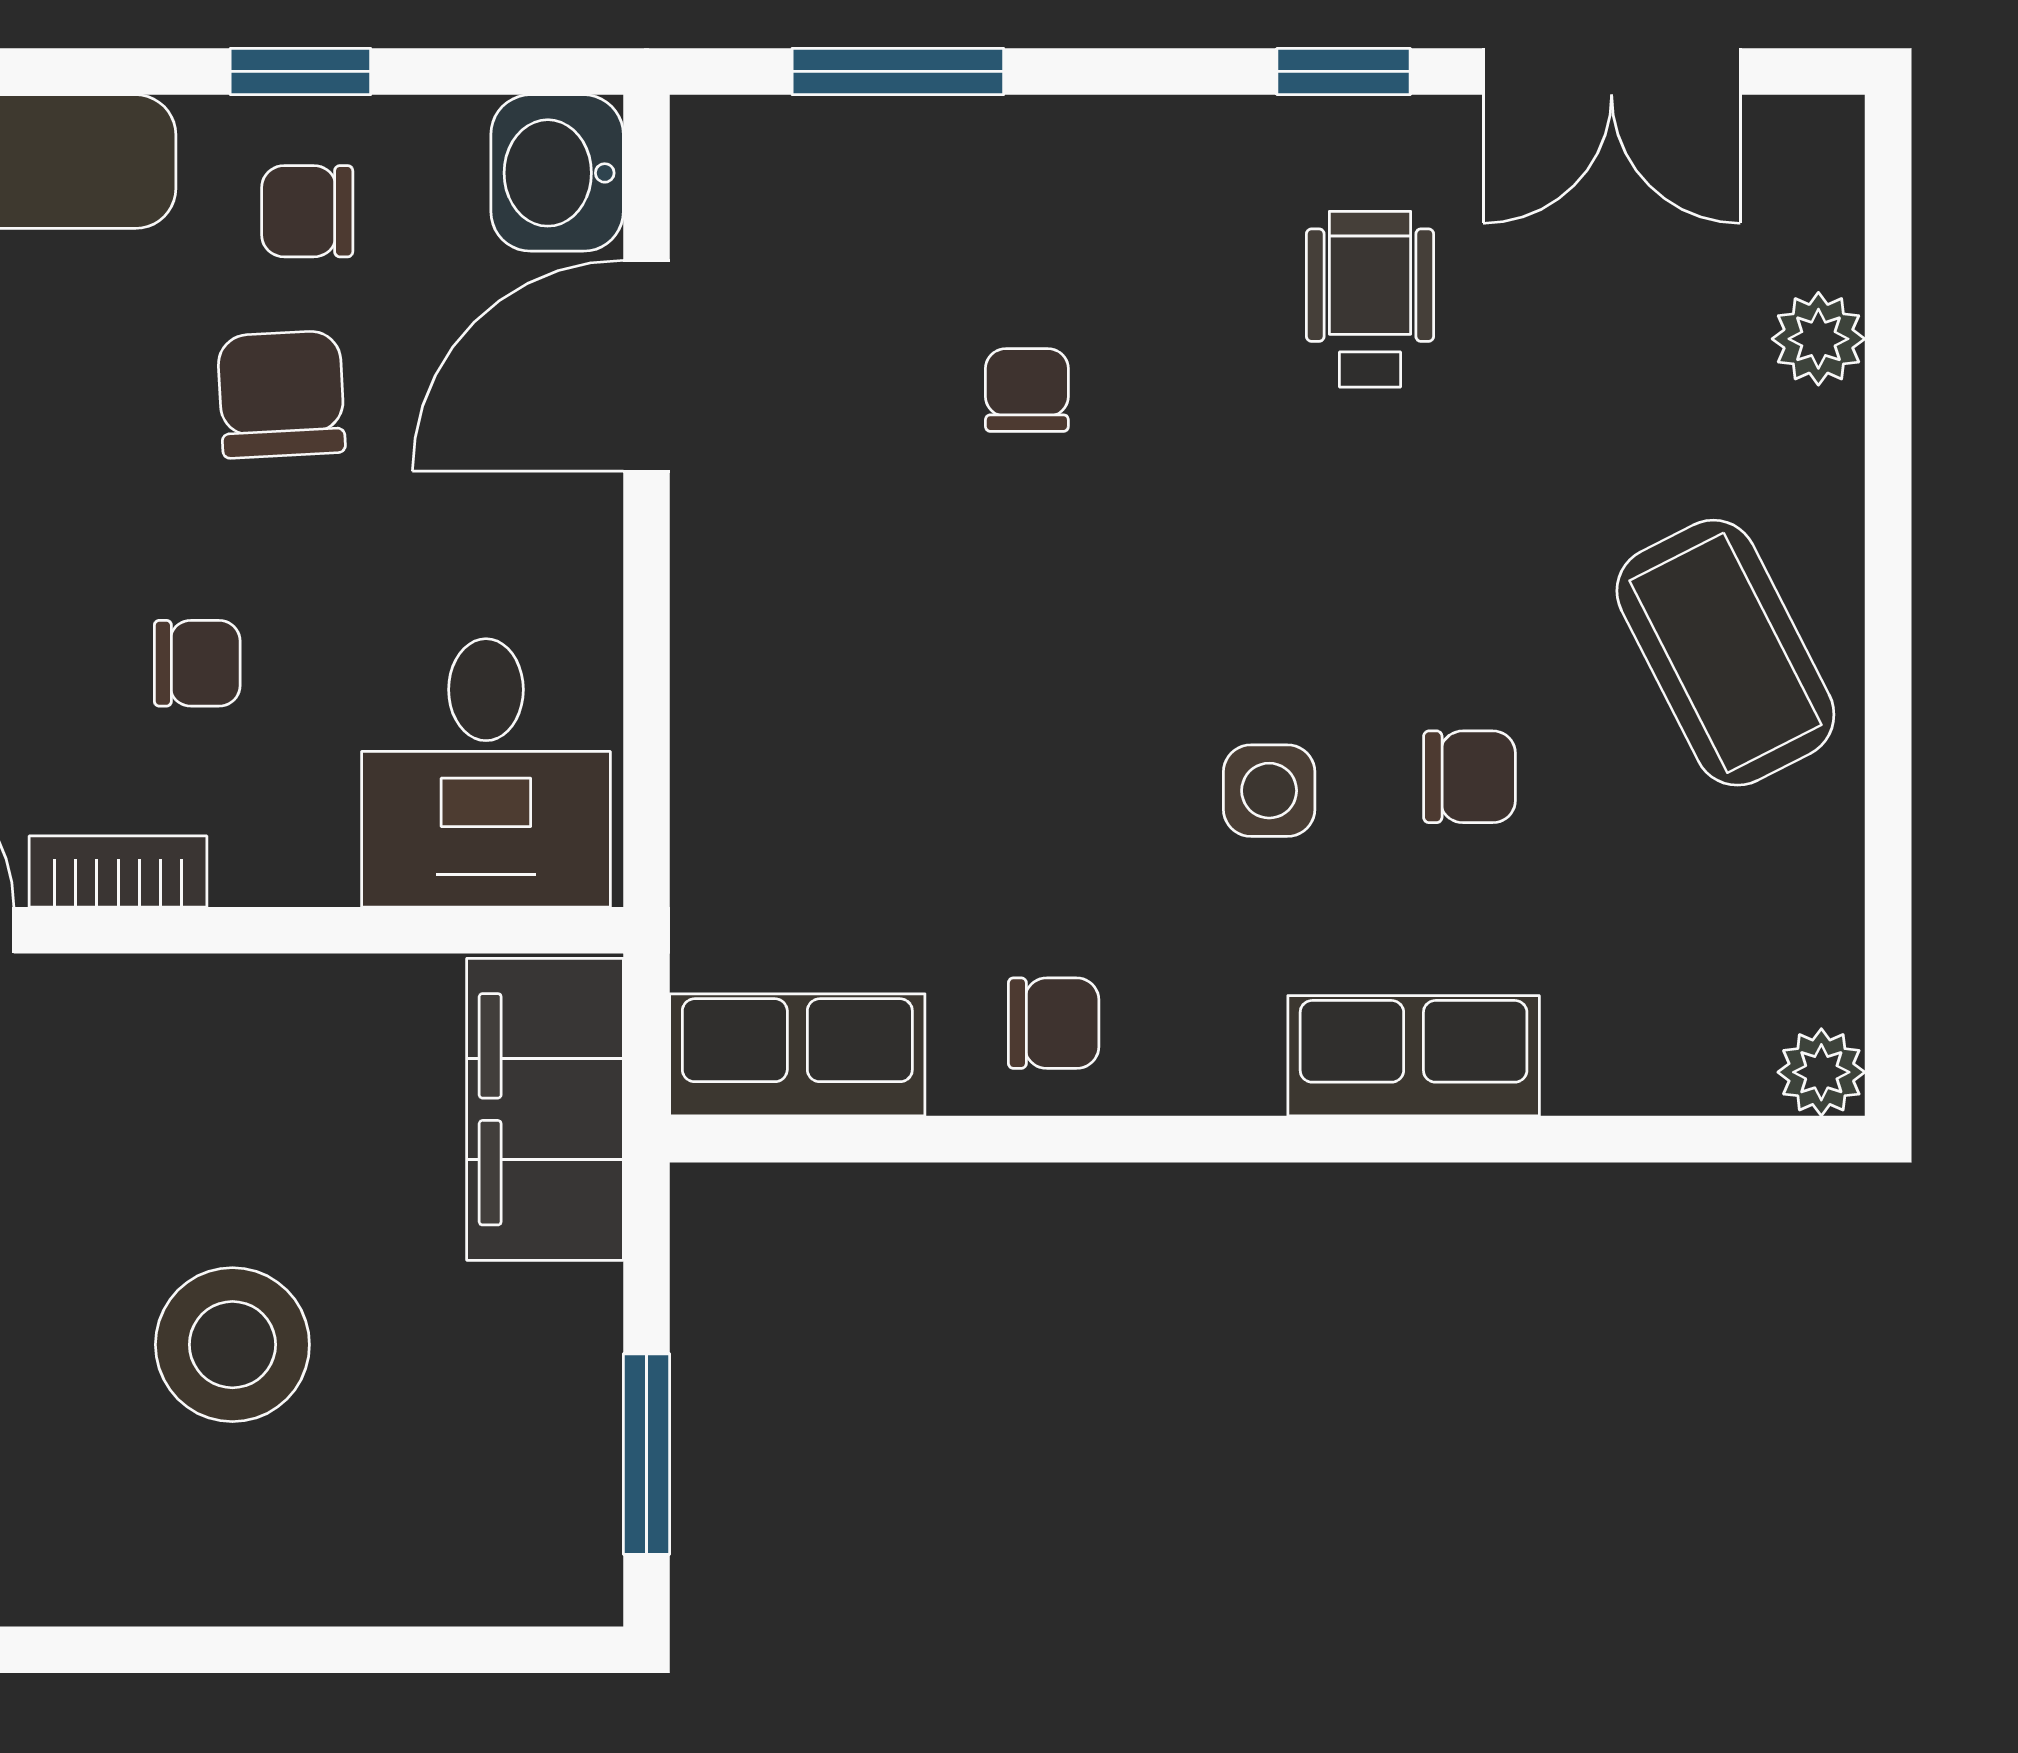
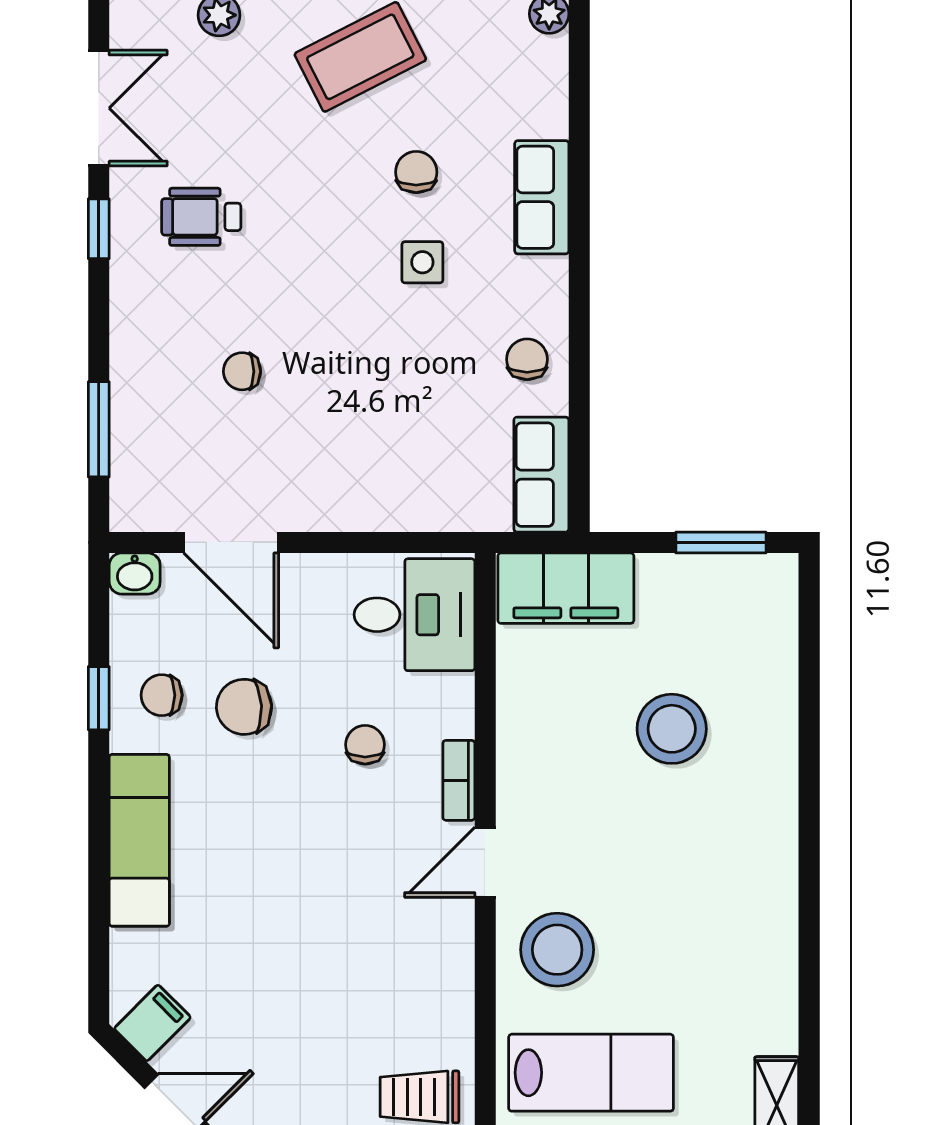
washbasin: (557, 173) -> (135, 574), width x0.72, depth x0.69
chair: (307, 211) -> (162, 695), turned 90

